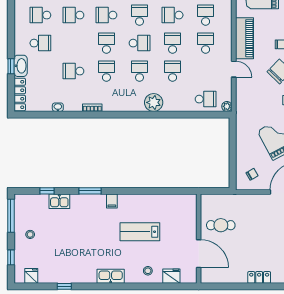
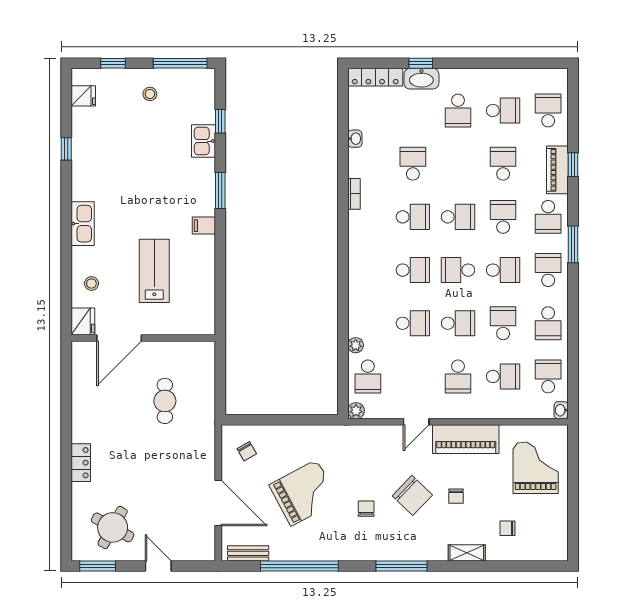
school desk: (40, 15) -> (503, 111), turned 90
school desk: (139, 43) -> (458, 270), turned 90
school desk: (206, 43) -> (458, 376), turned 90
plant: (154, 102) -> (356, 345), moved, width x0.53, depth x0.53
wall: (199, 239) -> (143, 338), moved
door: (199, 254) -> (119, 338), moved

